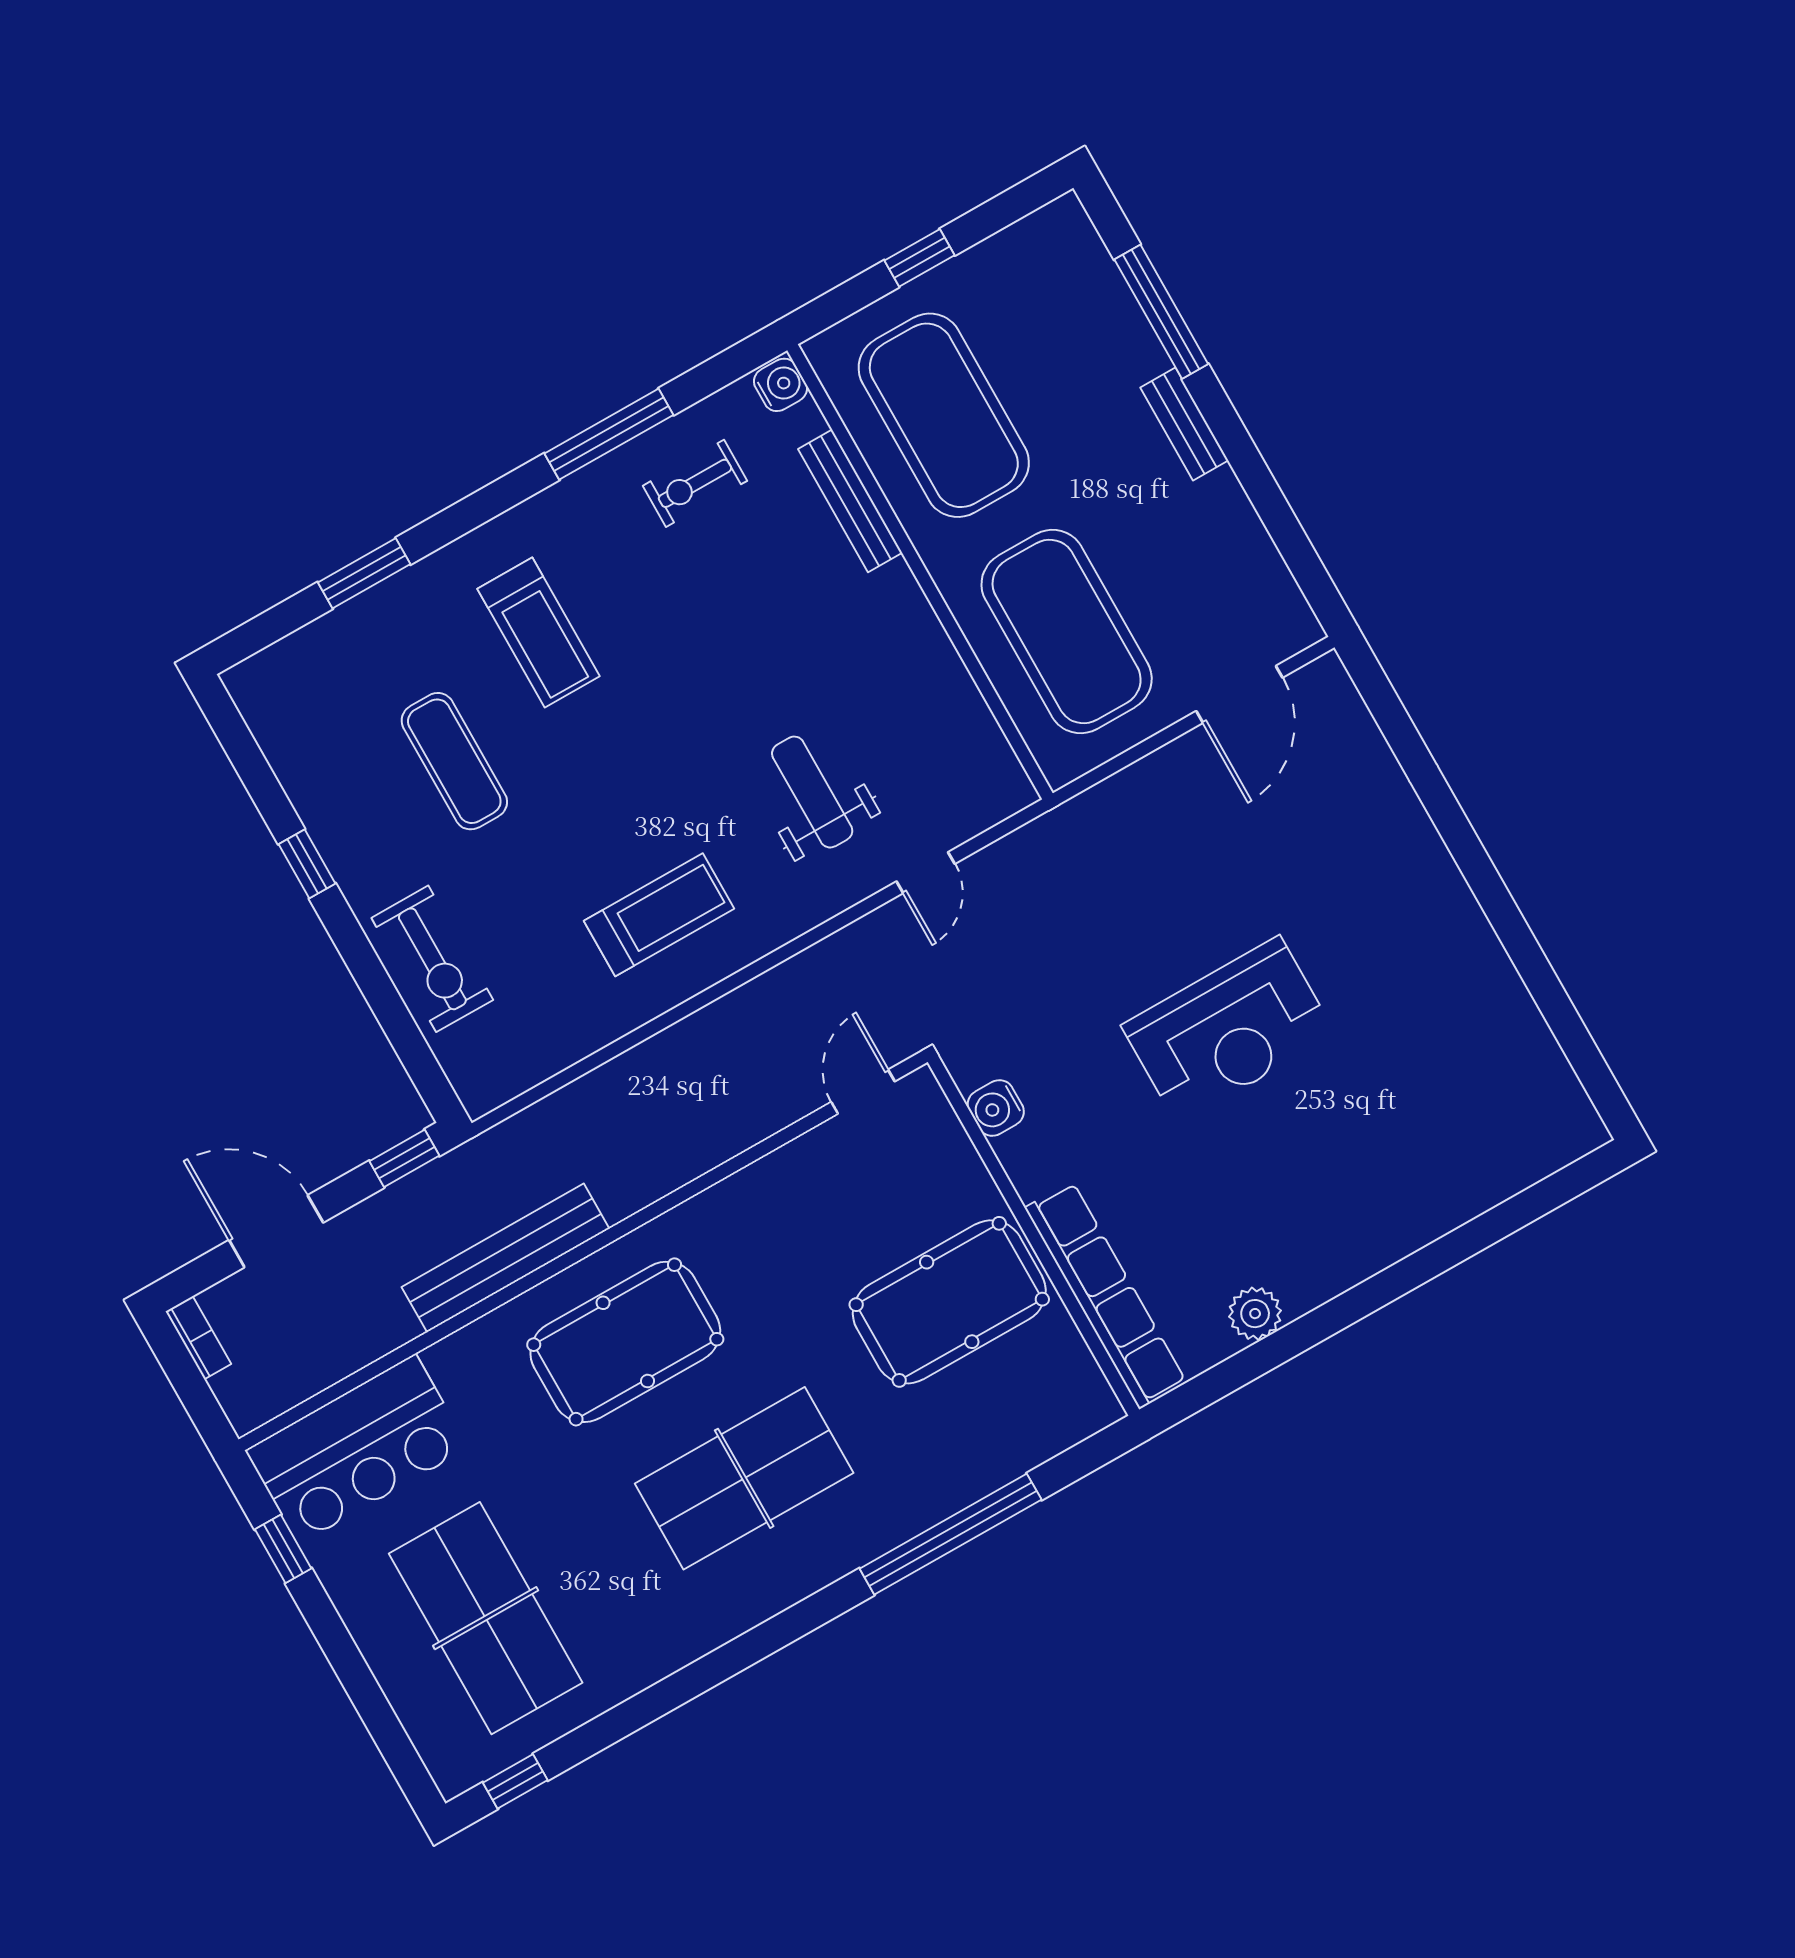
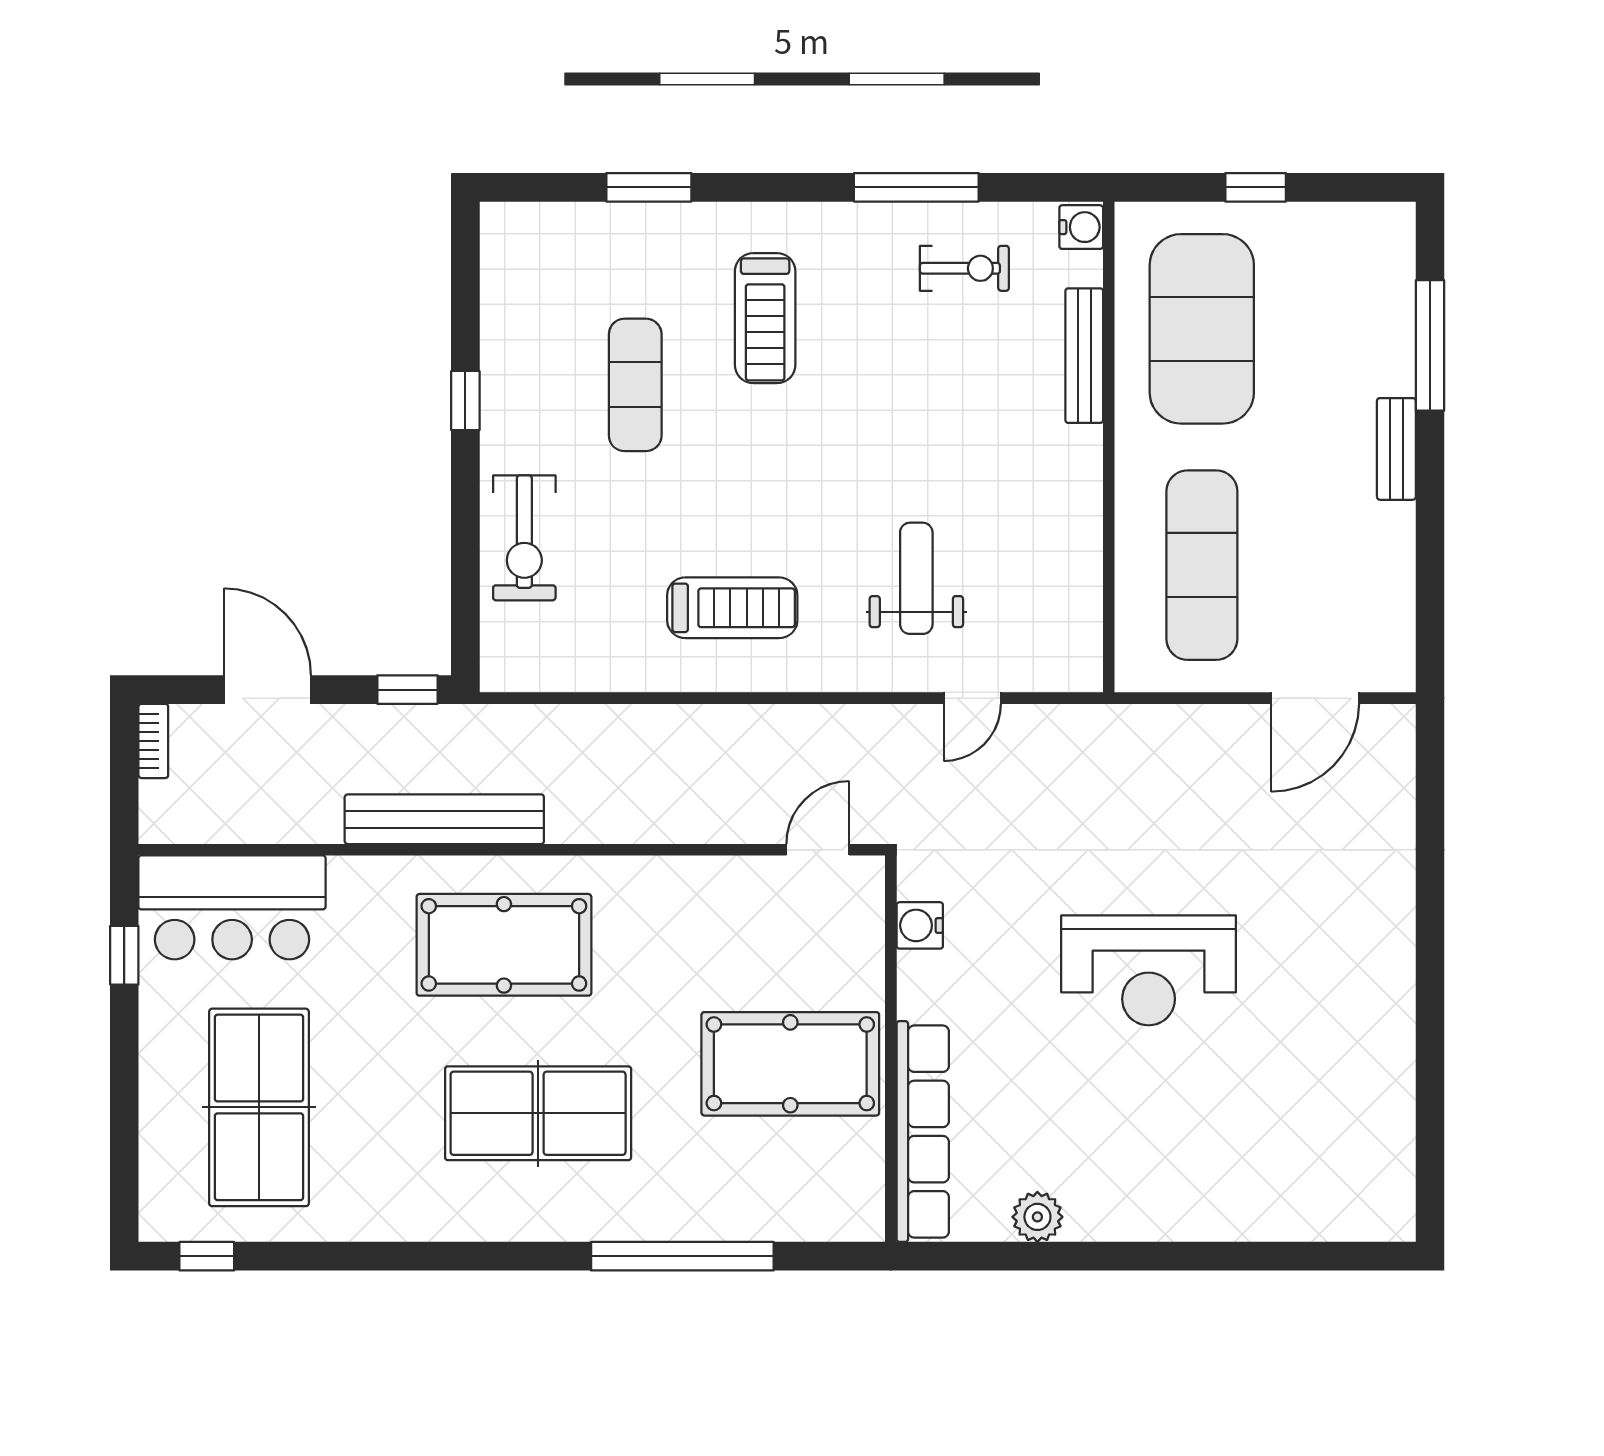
exercise bike: (695, 483) -> (964, 268), turned 180
exercise mat: (1067, 631) -> (1202, 565), width x0.68

